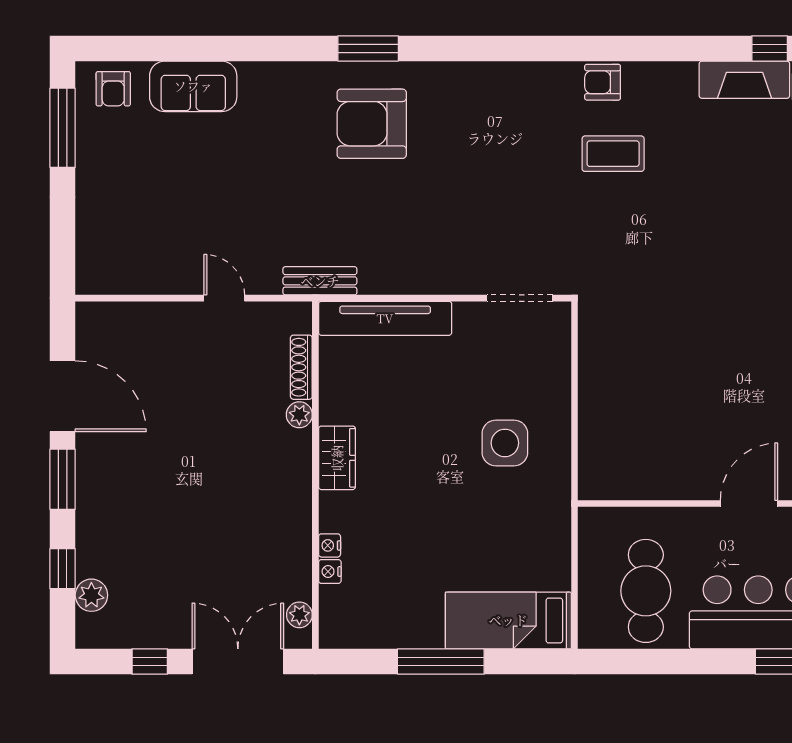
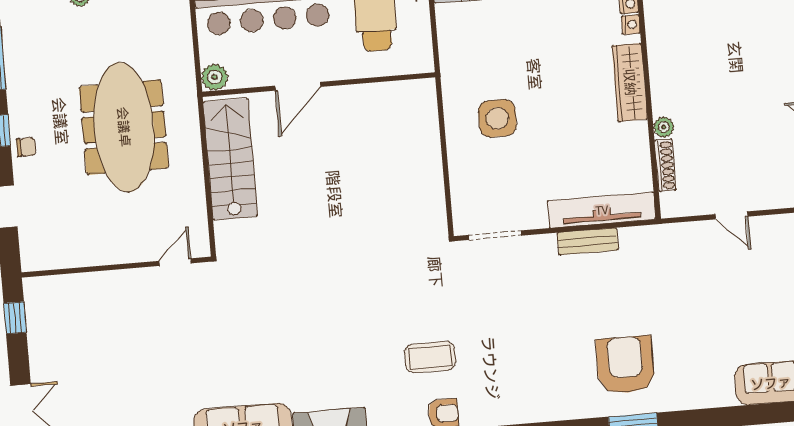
armchair: (372, 124) -> (625, 365), turned -90
bench: (320, 281) -> (588, 241), moved
wardrobe: (337, 458) -> (630, 82), width x1.50

